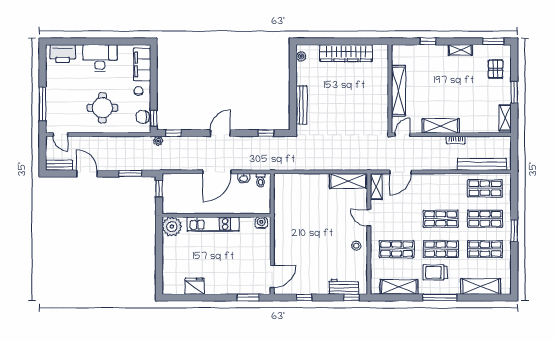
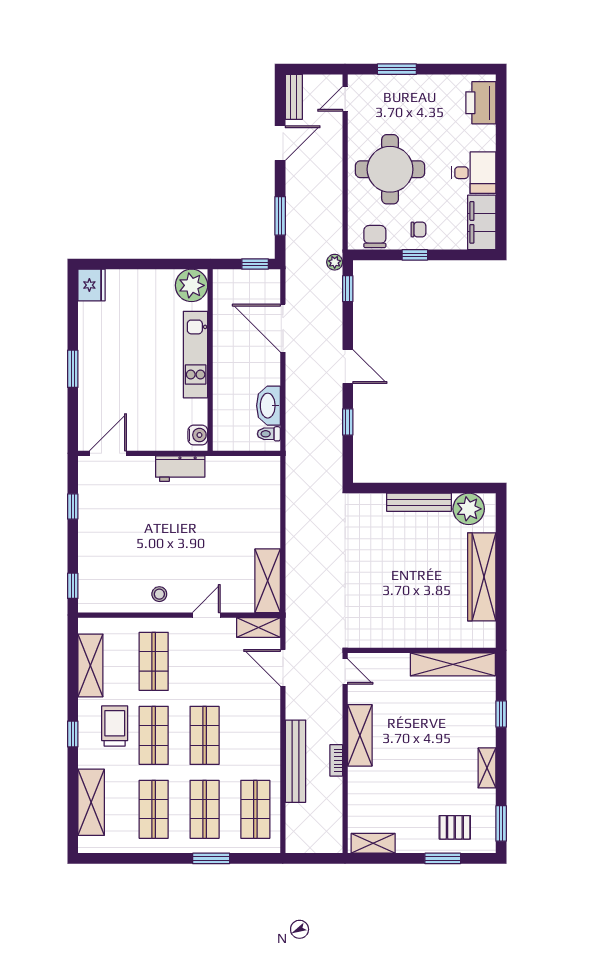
plant: (301, 56) -> (469, 509), width x1.87, depth x1.87
desk: (100, 58) -> (474, 173), width x0.73
filing cabinet: (142, 64) -> (482, 222), moved, turned -90
shelving: (398, 91) -> (453, 664), moved
window: (514, 92) -> (443, 858), moved
window: (43, 104) -> (397, 69), width x0.69
bench: (301, 105) -> (419, 502), moved
round table: (102, 108) -> (390, 169), width x1.36, depth x1.36
window: (154, 118) -> (415, 255), moved
window: (266, 133) -> (348, 422), moved
bench: (482, 164) -> (296, 761), moved
door: (217, 172) -> (283, 328), moved
washbasin: (244, 178) -> (268, 406), width x1.91, depth x1.45
window: (514, 231) -> (211, 858), moved
door: (272, 276) -> (108, 453), swing flipped
fridge: (195, 286) -> (92, 285), moved
workbench: (344, 287) -> (180, 469), moved, turned 90
window: (248, 297) -> (73, 369), moved
window: (440, 297) -> (73, 734), width x0.46

